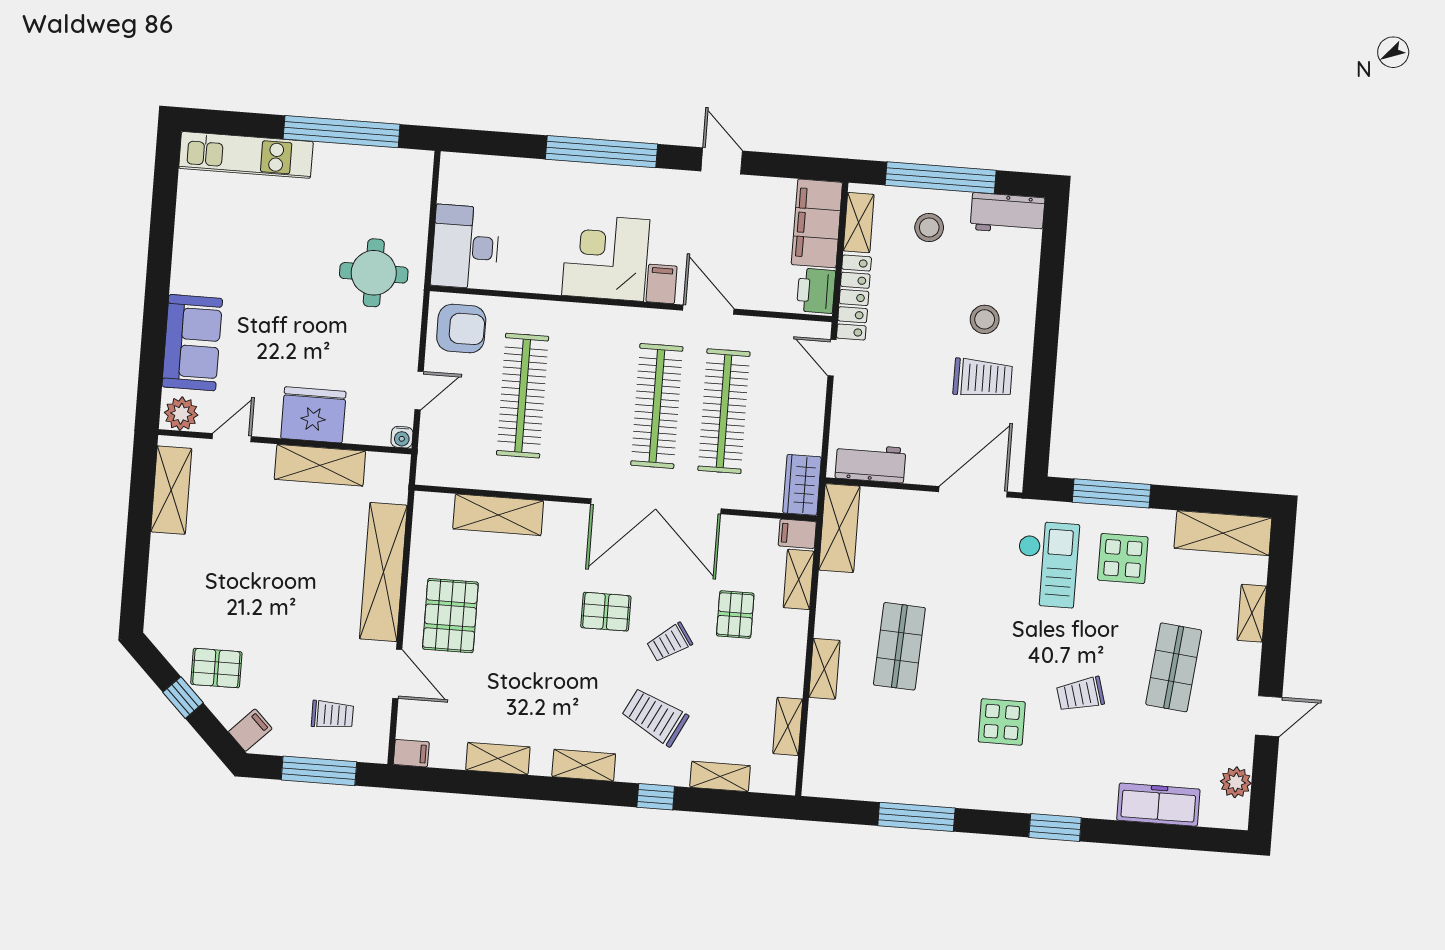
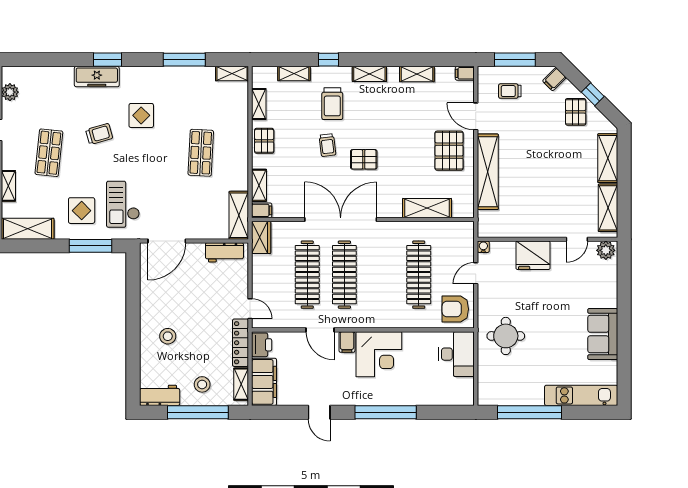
sofa: (192, 343) -> (603, 334), moved
trolley: (983, 378) -> (166, 304), removed
shelving: (320, 465) -> (608, 158), moved, turned 90
pallet: (735, 615) -> (264, 141), moved
trolley: (669, 643) -> (327, 145), turned 117
pallet: (216, 668) -> (576, 112), turned 90
shelving: (824, 669) -> (232, 74), moved, turned 90
trolley: (655, 717) -> (332, 104), turned 63
freezer: (1158, 805) -> (97, 77), moved

